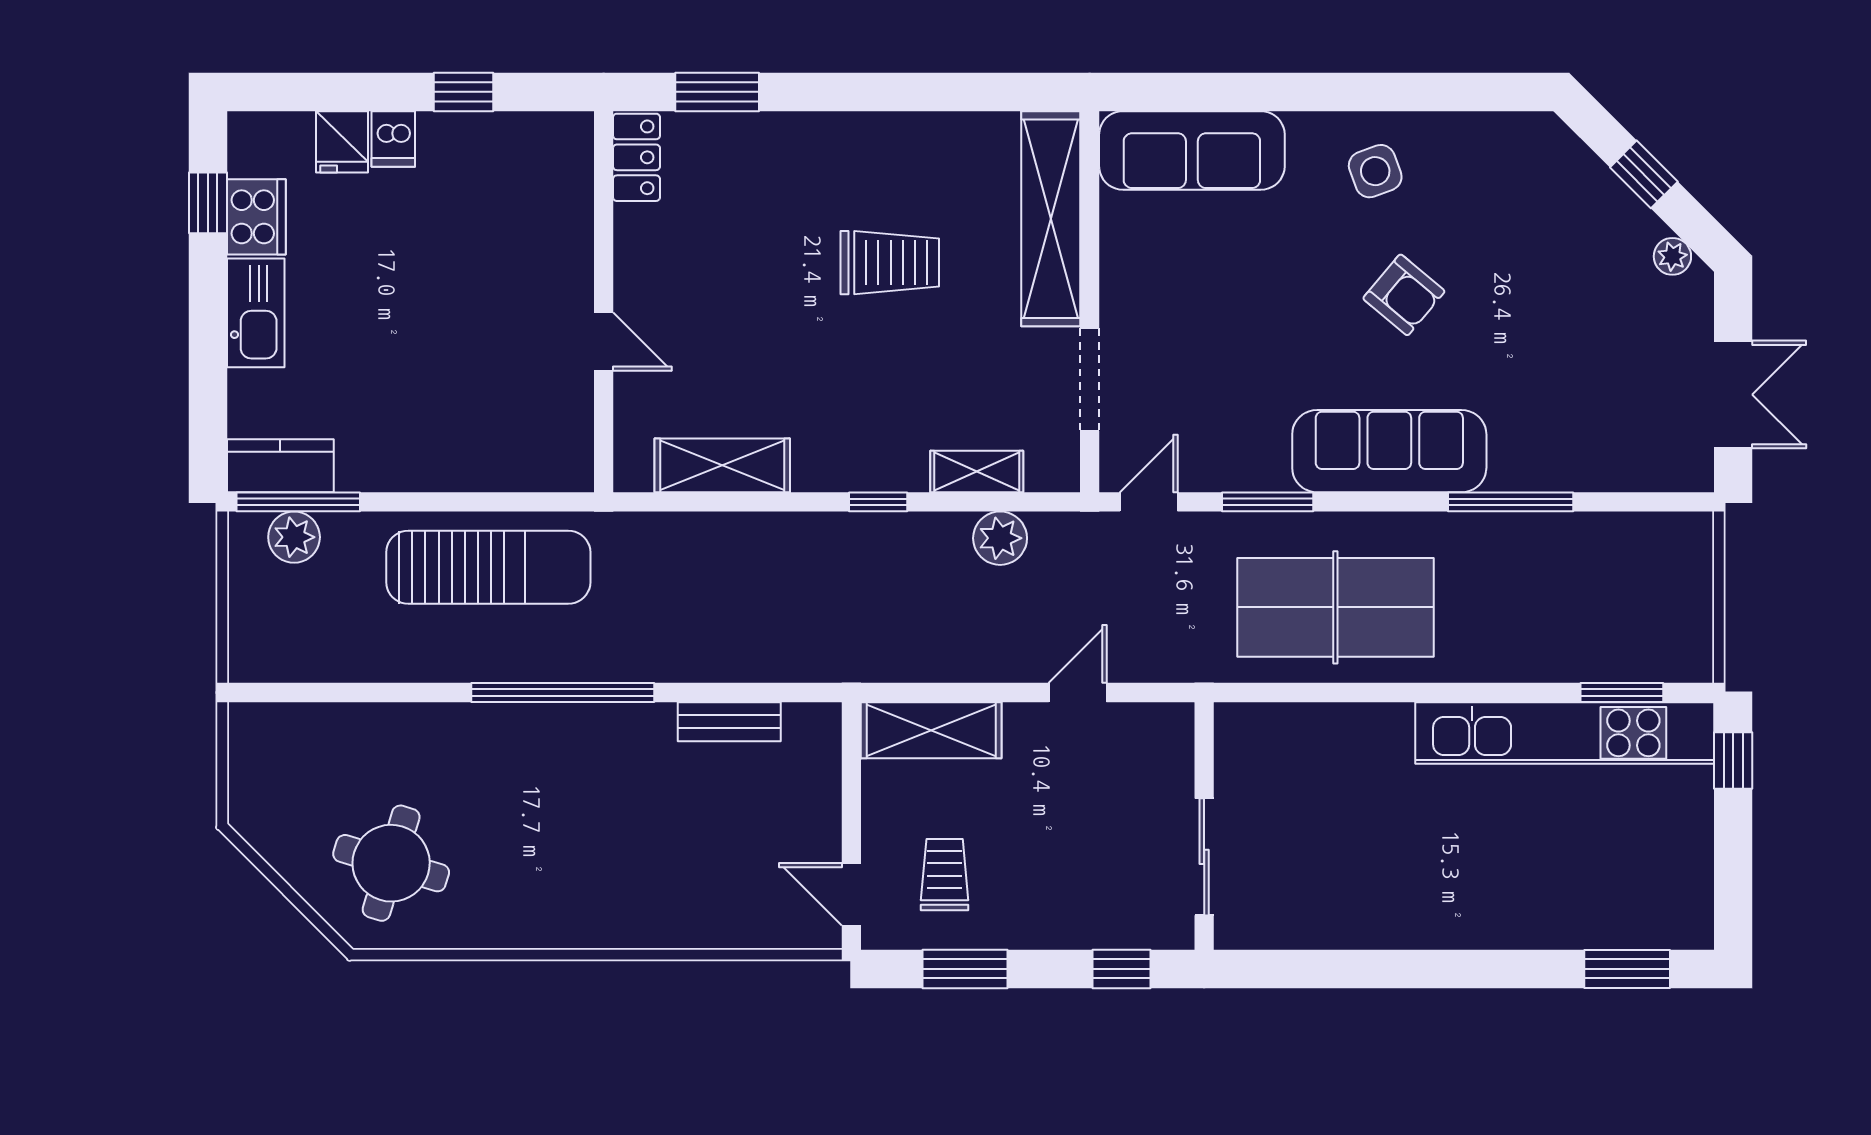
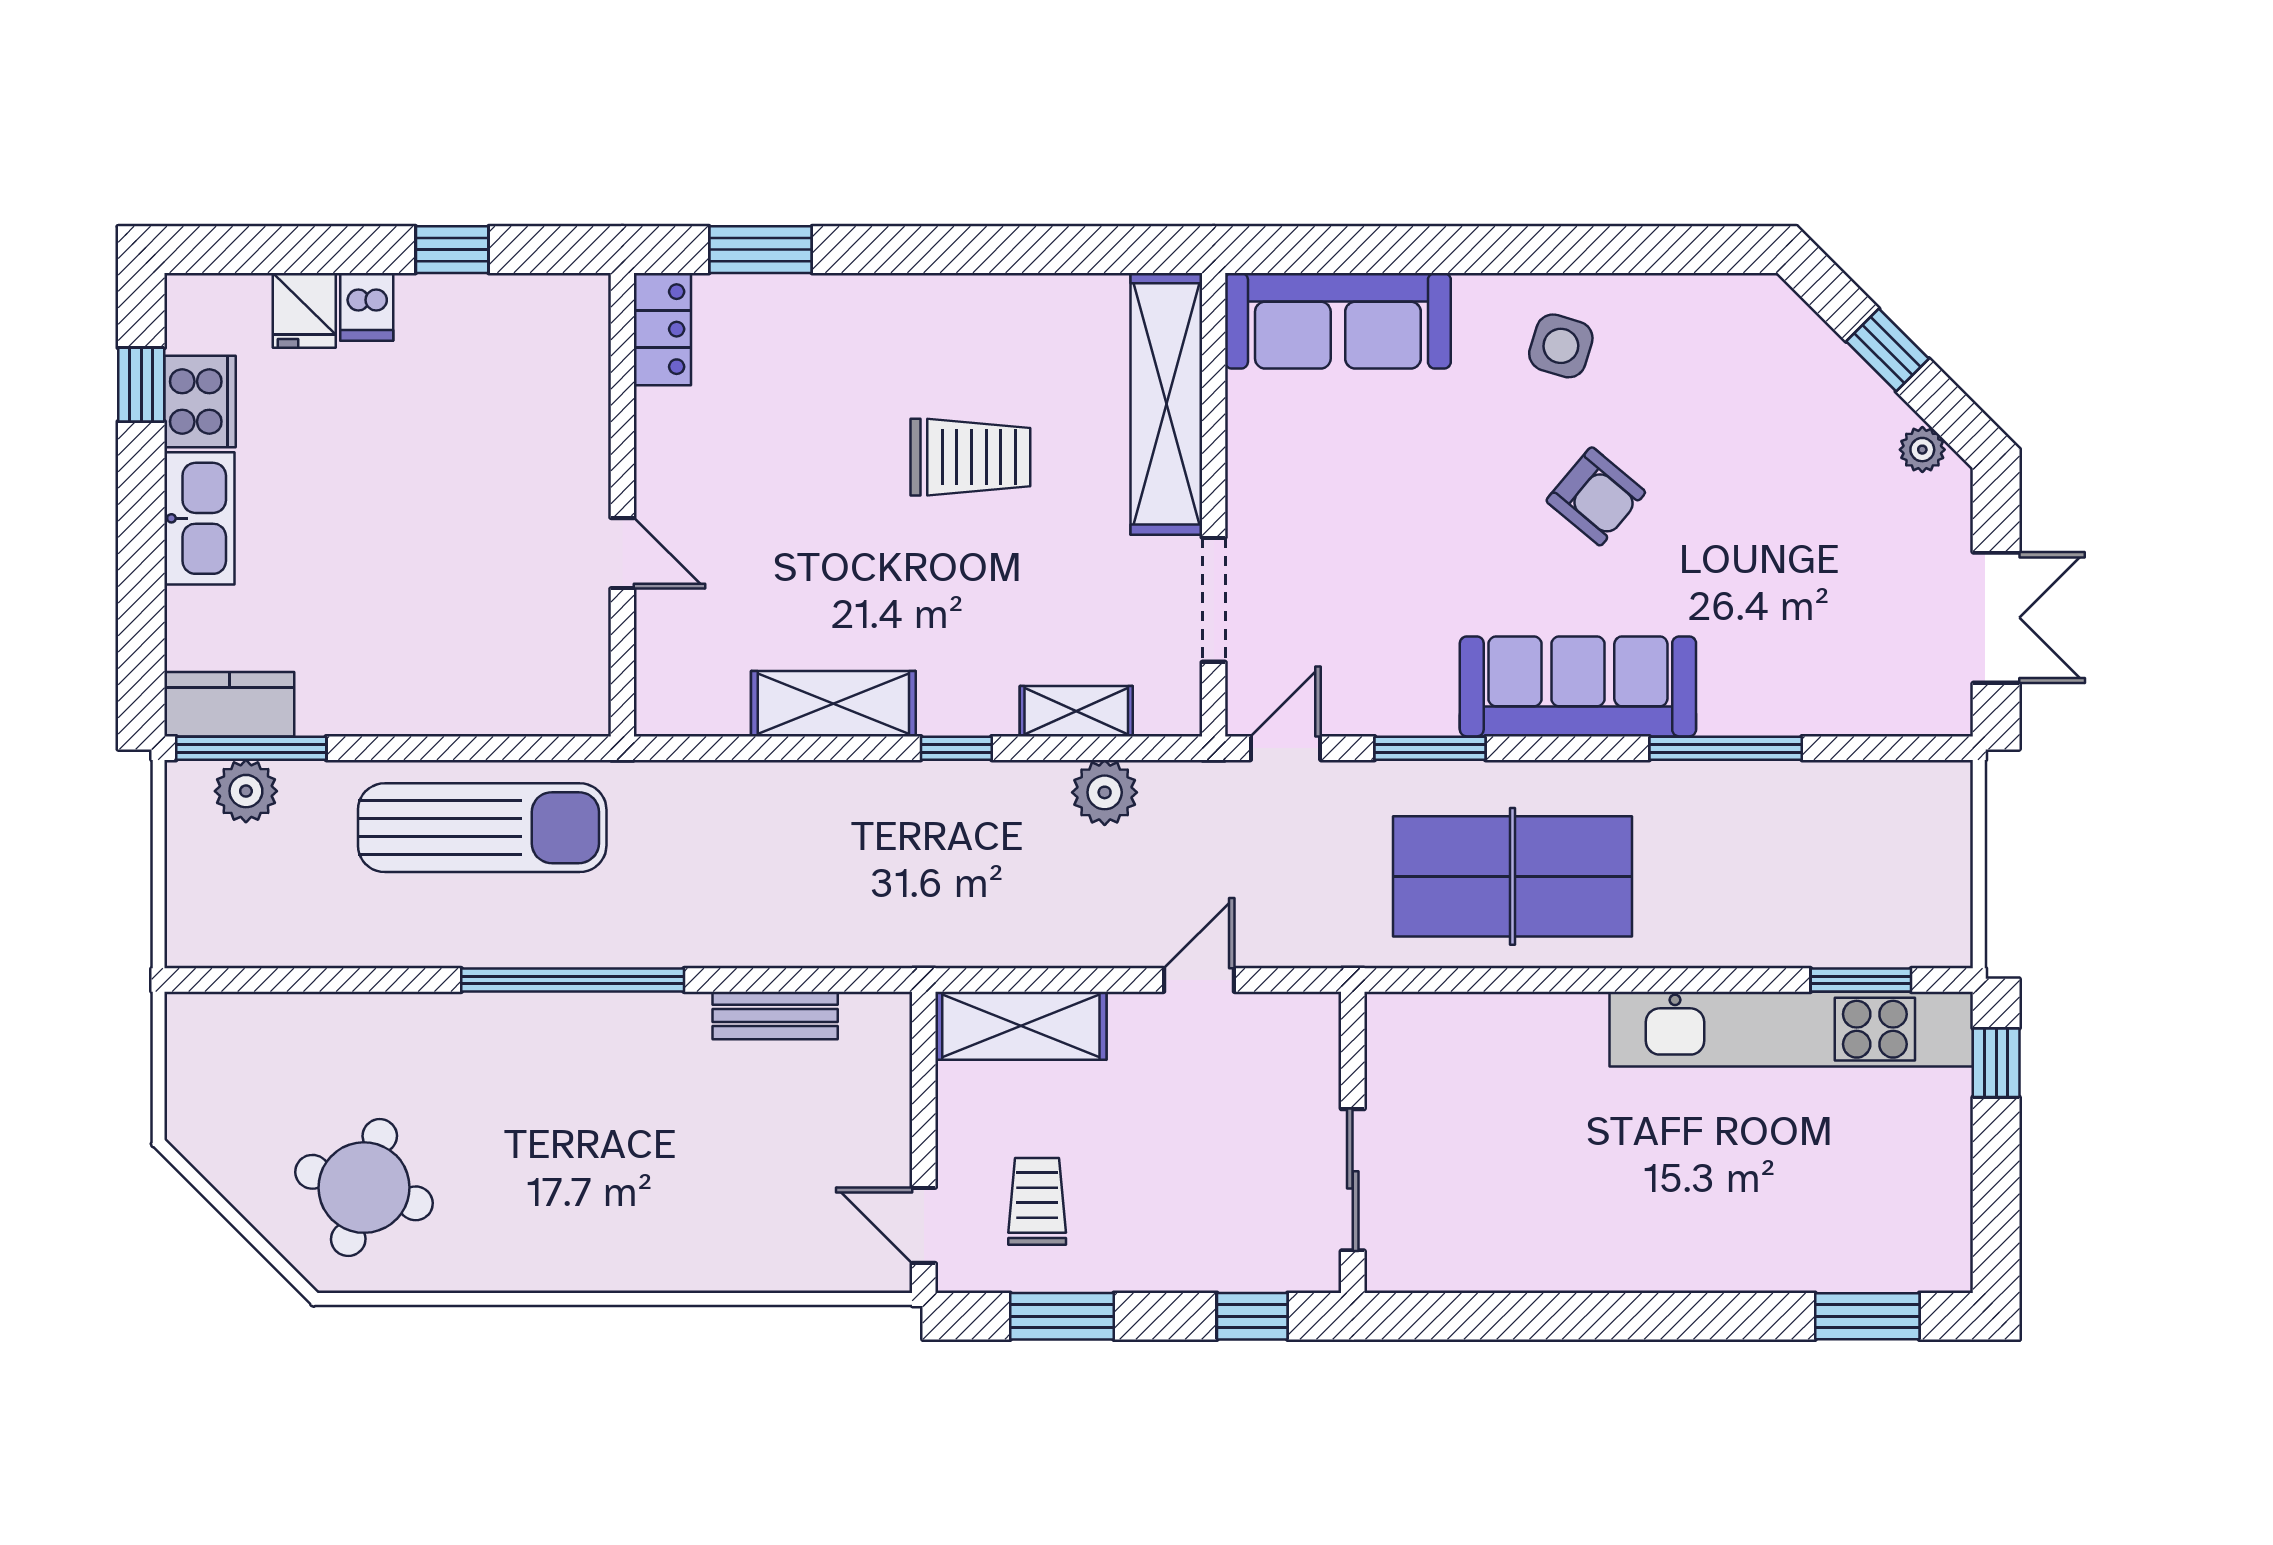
side table: (1375, 171) -> (1561, 346), turned 37
shelving: (722, 465) -> (833, 704), moved

